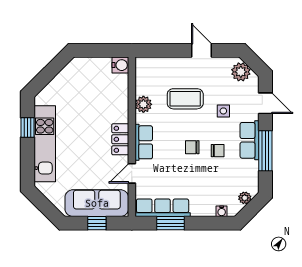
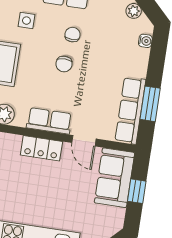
sofa: (97, 203) -> (115, 178), width x0.73

